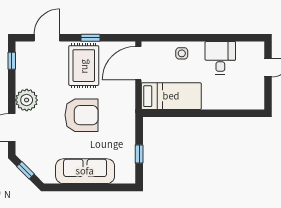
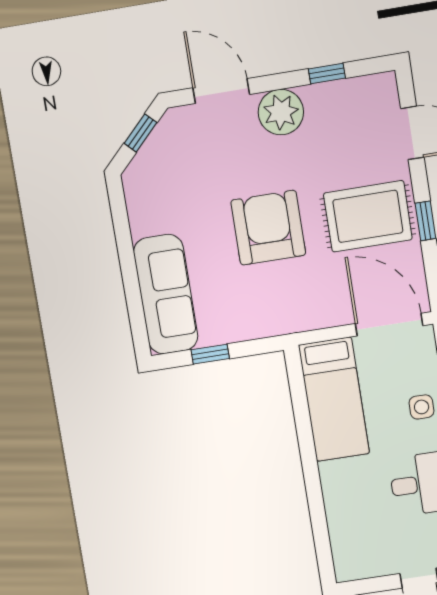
window: (12, 61) -> (327, 73), moved
armchair: (81, 115) -> (268, 228), turned 180
sofa: (85, 171) -> (166, 294), moved

